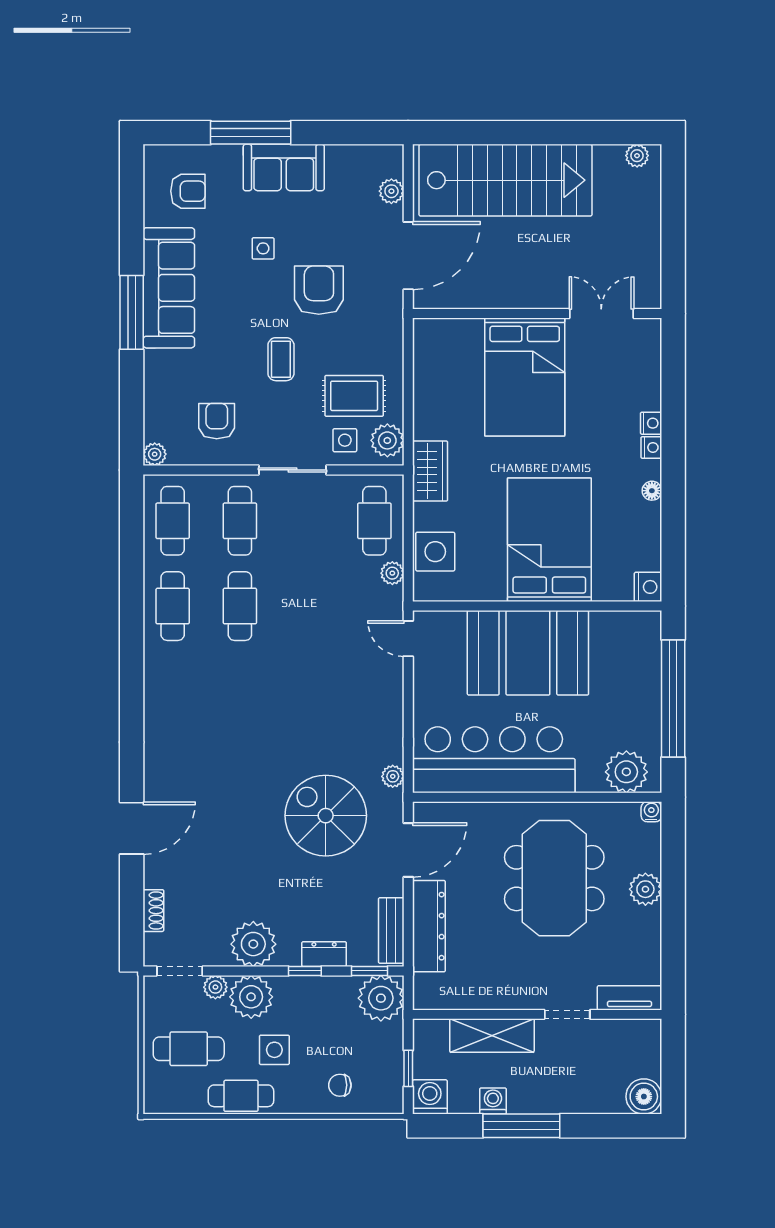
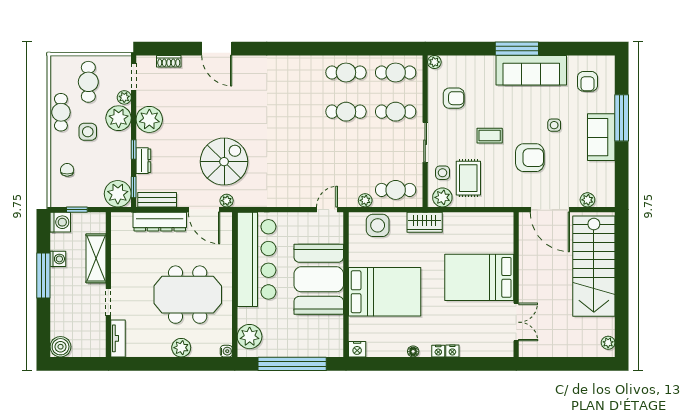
plant: (393, 776) -> (227, 201), moved

